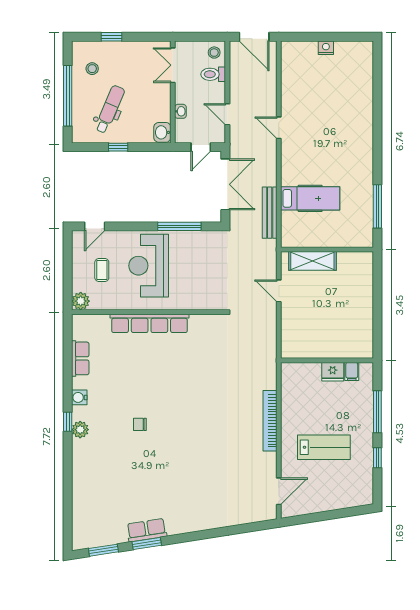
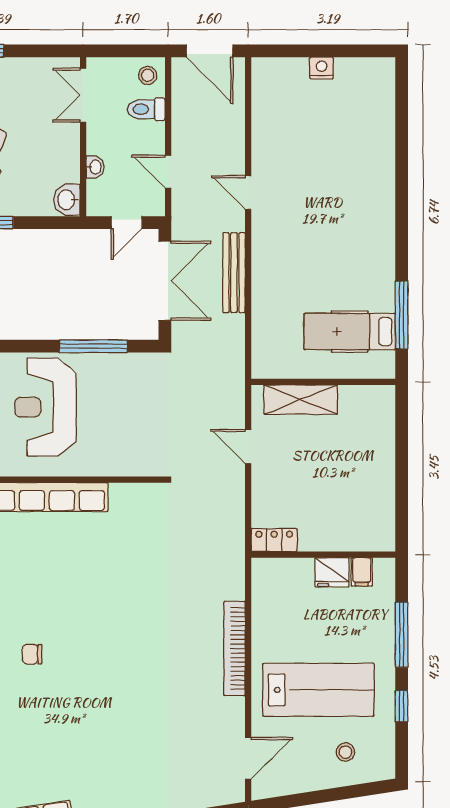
hospital bed: (310, 198) -> (350, 332), moved, turned 180
bench: (270, 213) -> (234, 273), moved
locker: (295, 351) -> (274, 540), added
lab bench: (324, 447) -> (318, 690), width x1.36, depth x1.39
stool: (341, 487) -> (346, 752), added

